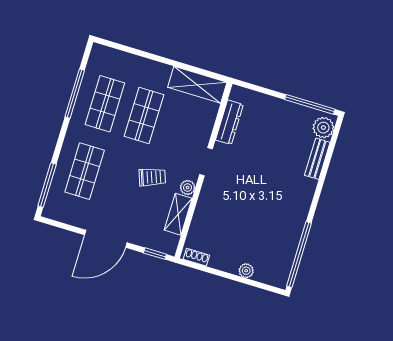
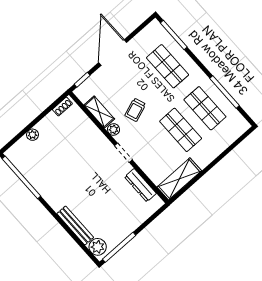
bench: (317, 159) -> (75, 225), width x1.36

